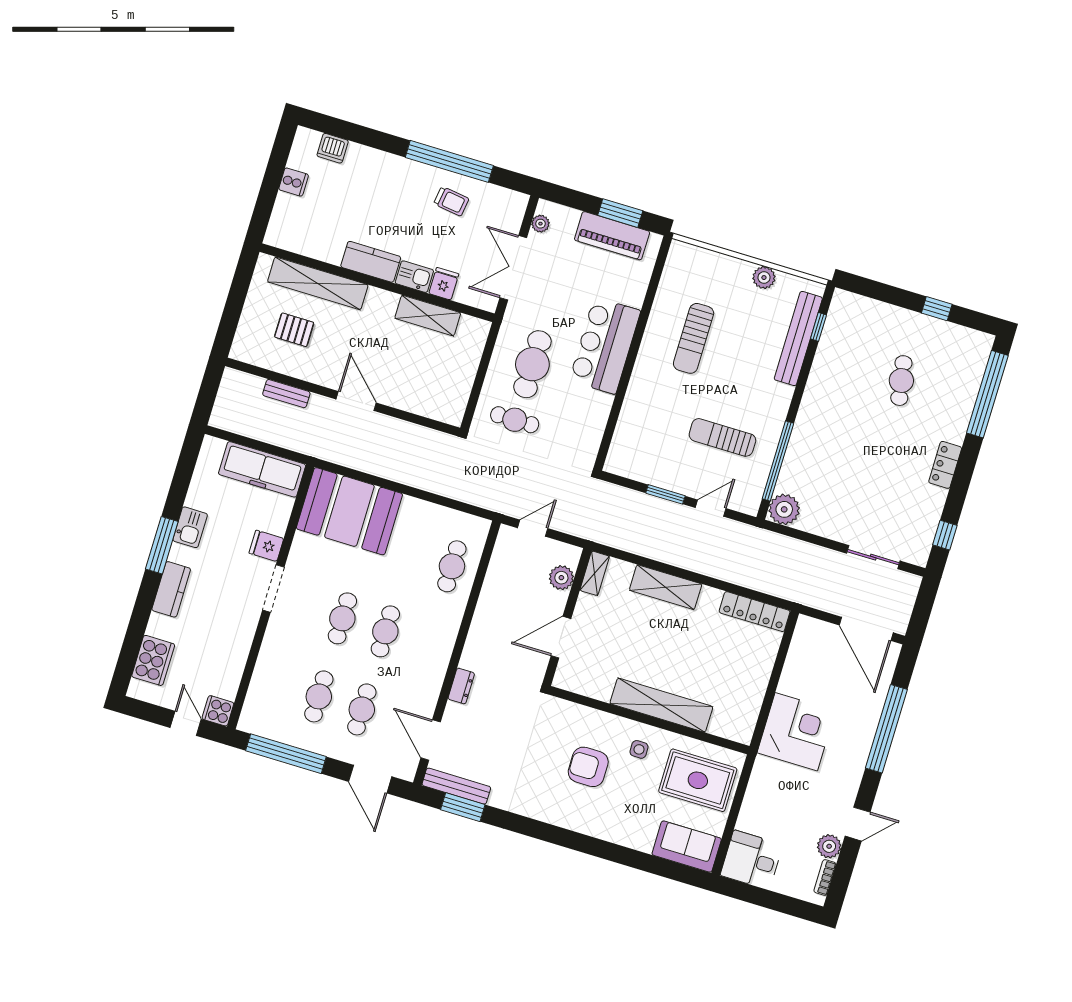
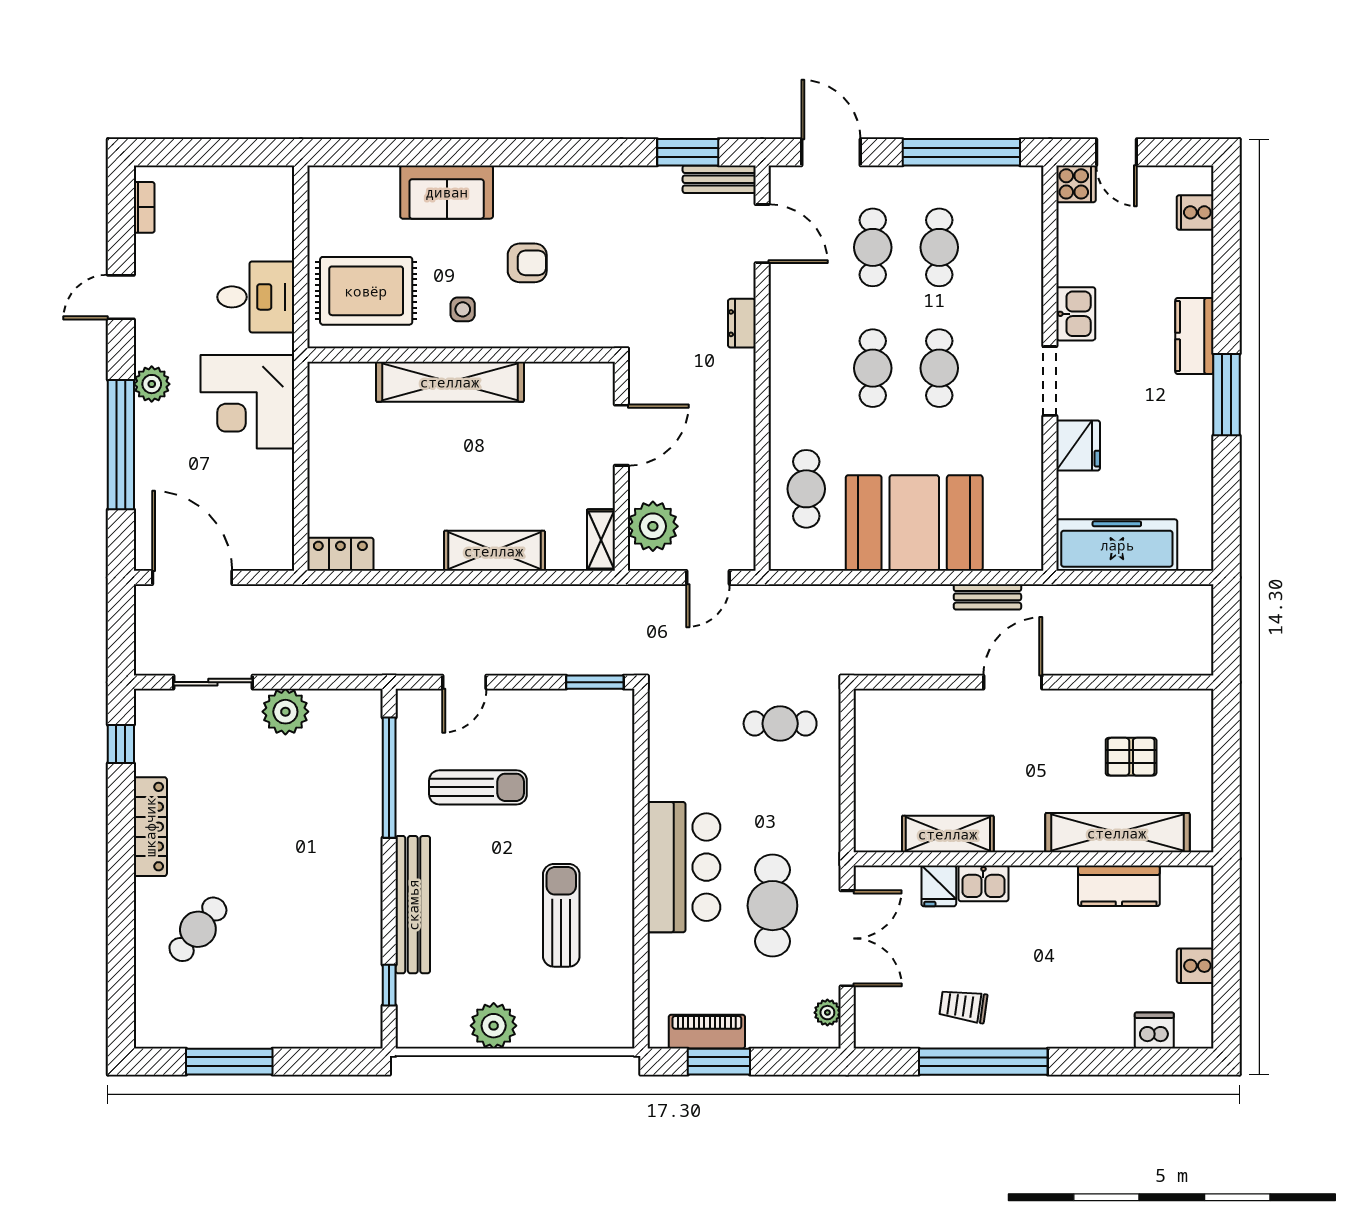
piano: (612, 236) -> (707, 1032), width x0.73, depth x0.75
kitchen counter: (371, 262) -> (1119, 886), moved
plant: (764, 278) -> (494, 1026), width x1.36, depth x1.36
window: (937, 309) -> (229, 1062), width x2.17
bench: (798, 339) -> (413, 905), moved
cafe table: (532, 364) -> (772, 906), moved
cafe table: (901, 381) -> (198, 929), moved, turned 49
bench: (286, 394) -> (987, 597), moved
window: (987, 394) -> (121, 962), removed
door: (356, 401) -> (1013, 682), swing flipped
locker: (945, 465) -> (150, 827), width x1.53
window: (665, 494) -> (595, 682), moved
plant: (784, 509) -> (285, 712), moved
booth: (349, 511) -> (914, 523), moved
kitchen sink: (190, 527) -> (1076, 314), moved, turned 180
fridge: (266, 546) -> (1078, 446), width x1.38
plant: (561, 578) -> (653, 526), width x1.36, depth x1.36
locker: (755, 612) -> (340, 554), width x0.66
cooker: (153, 660) -> (1195, 212), width x0.53, depth x0.76
armchair: (588, 767) -> (527, 263), width x0.72, depth x0.72
bench: (456, 786) -> (719, 179), width x0.73
plant: (829, 846) -> (152, 384), moved
sofa: (687, 847) -> (447, 192), moved
desk: (752, 860) -> (256, 297), moved

